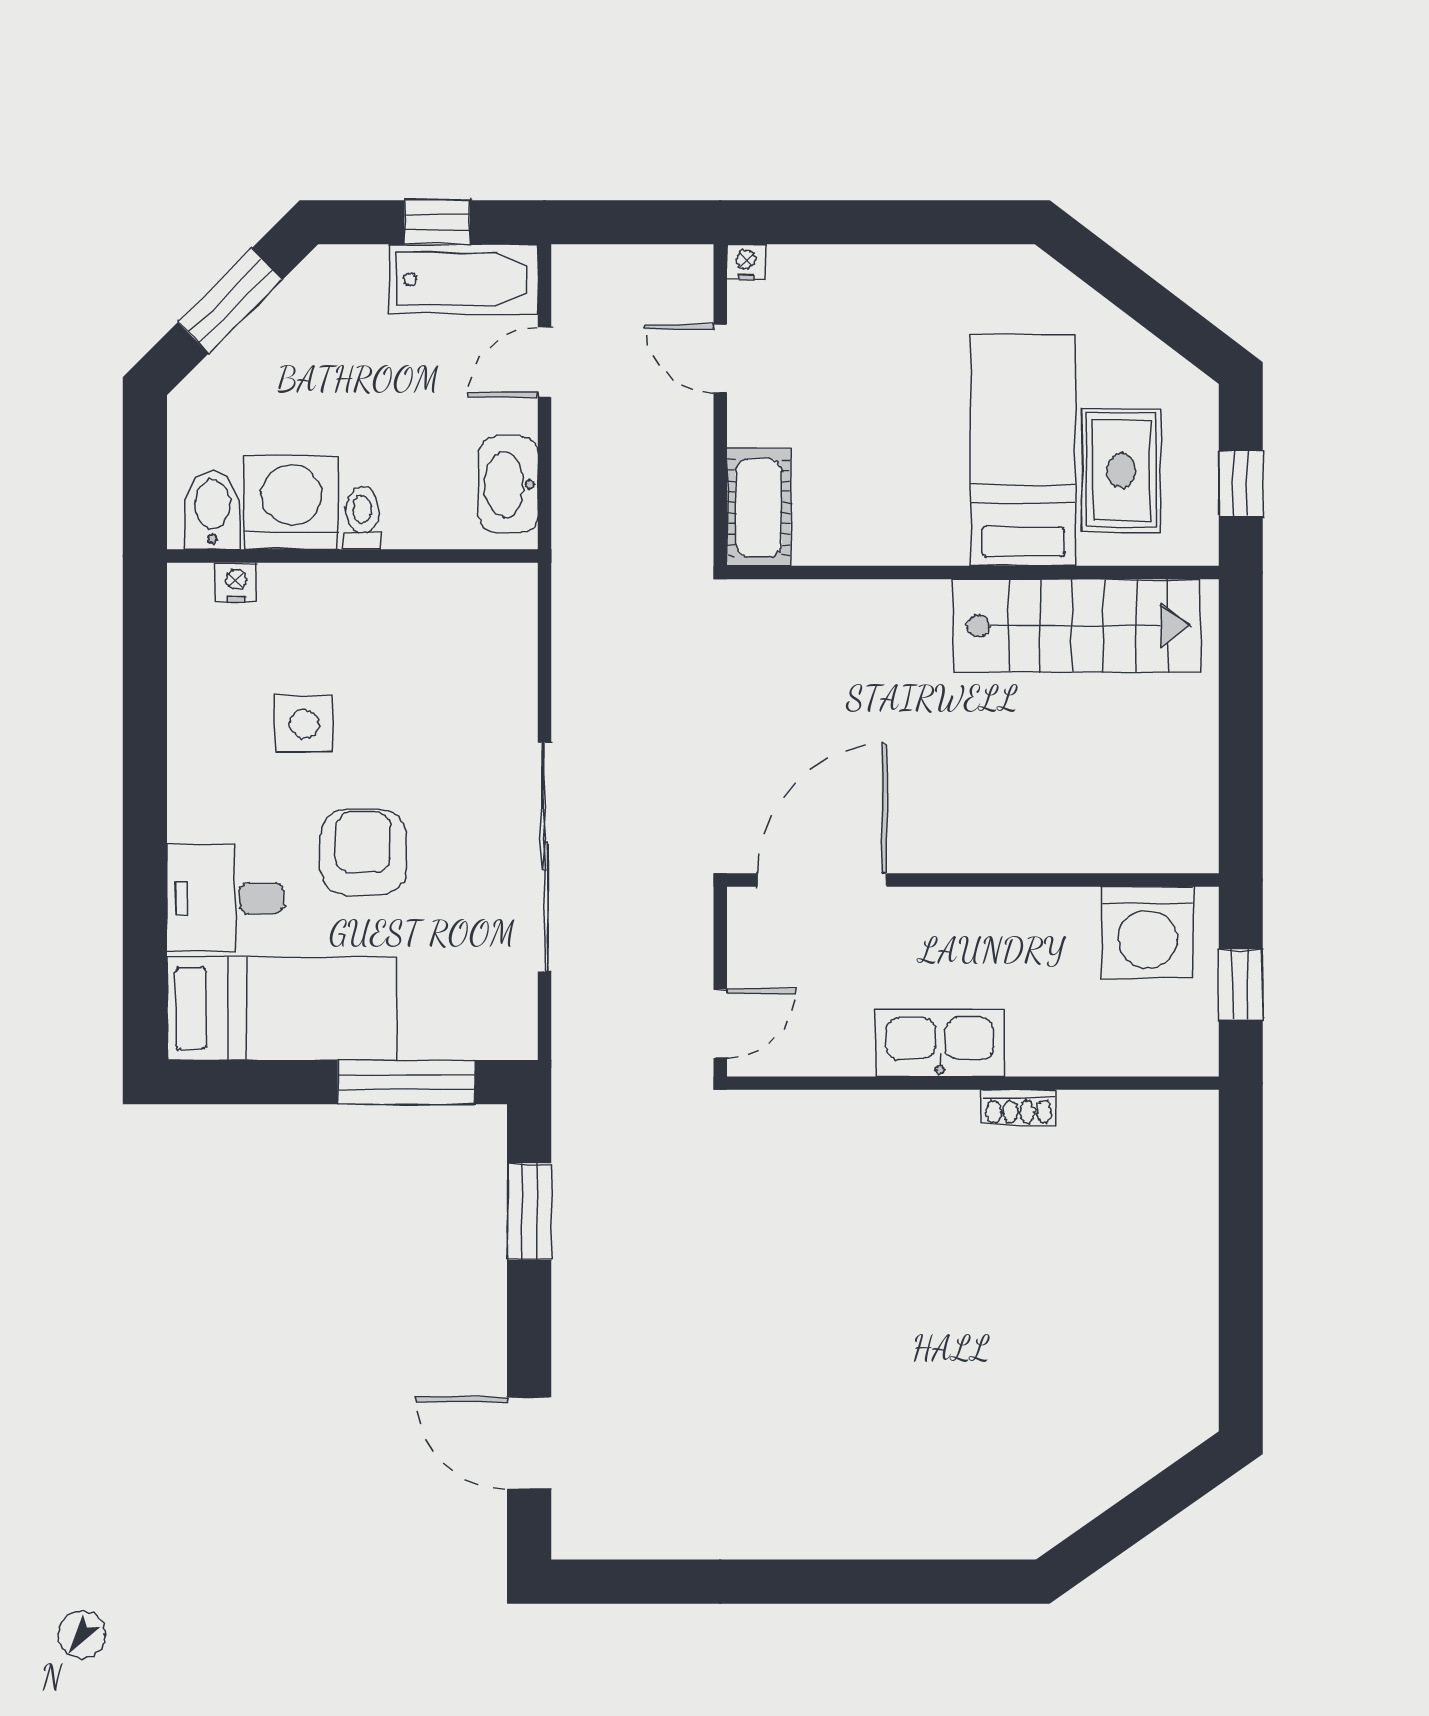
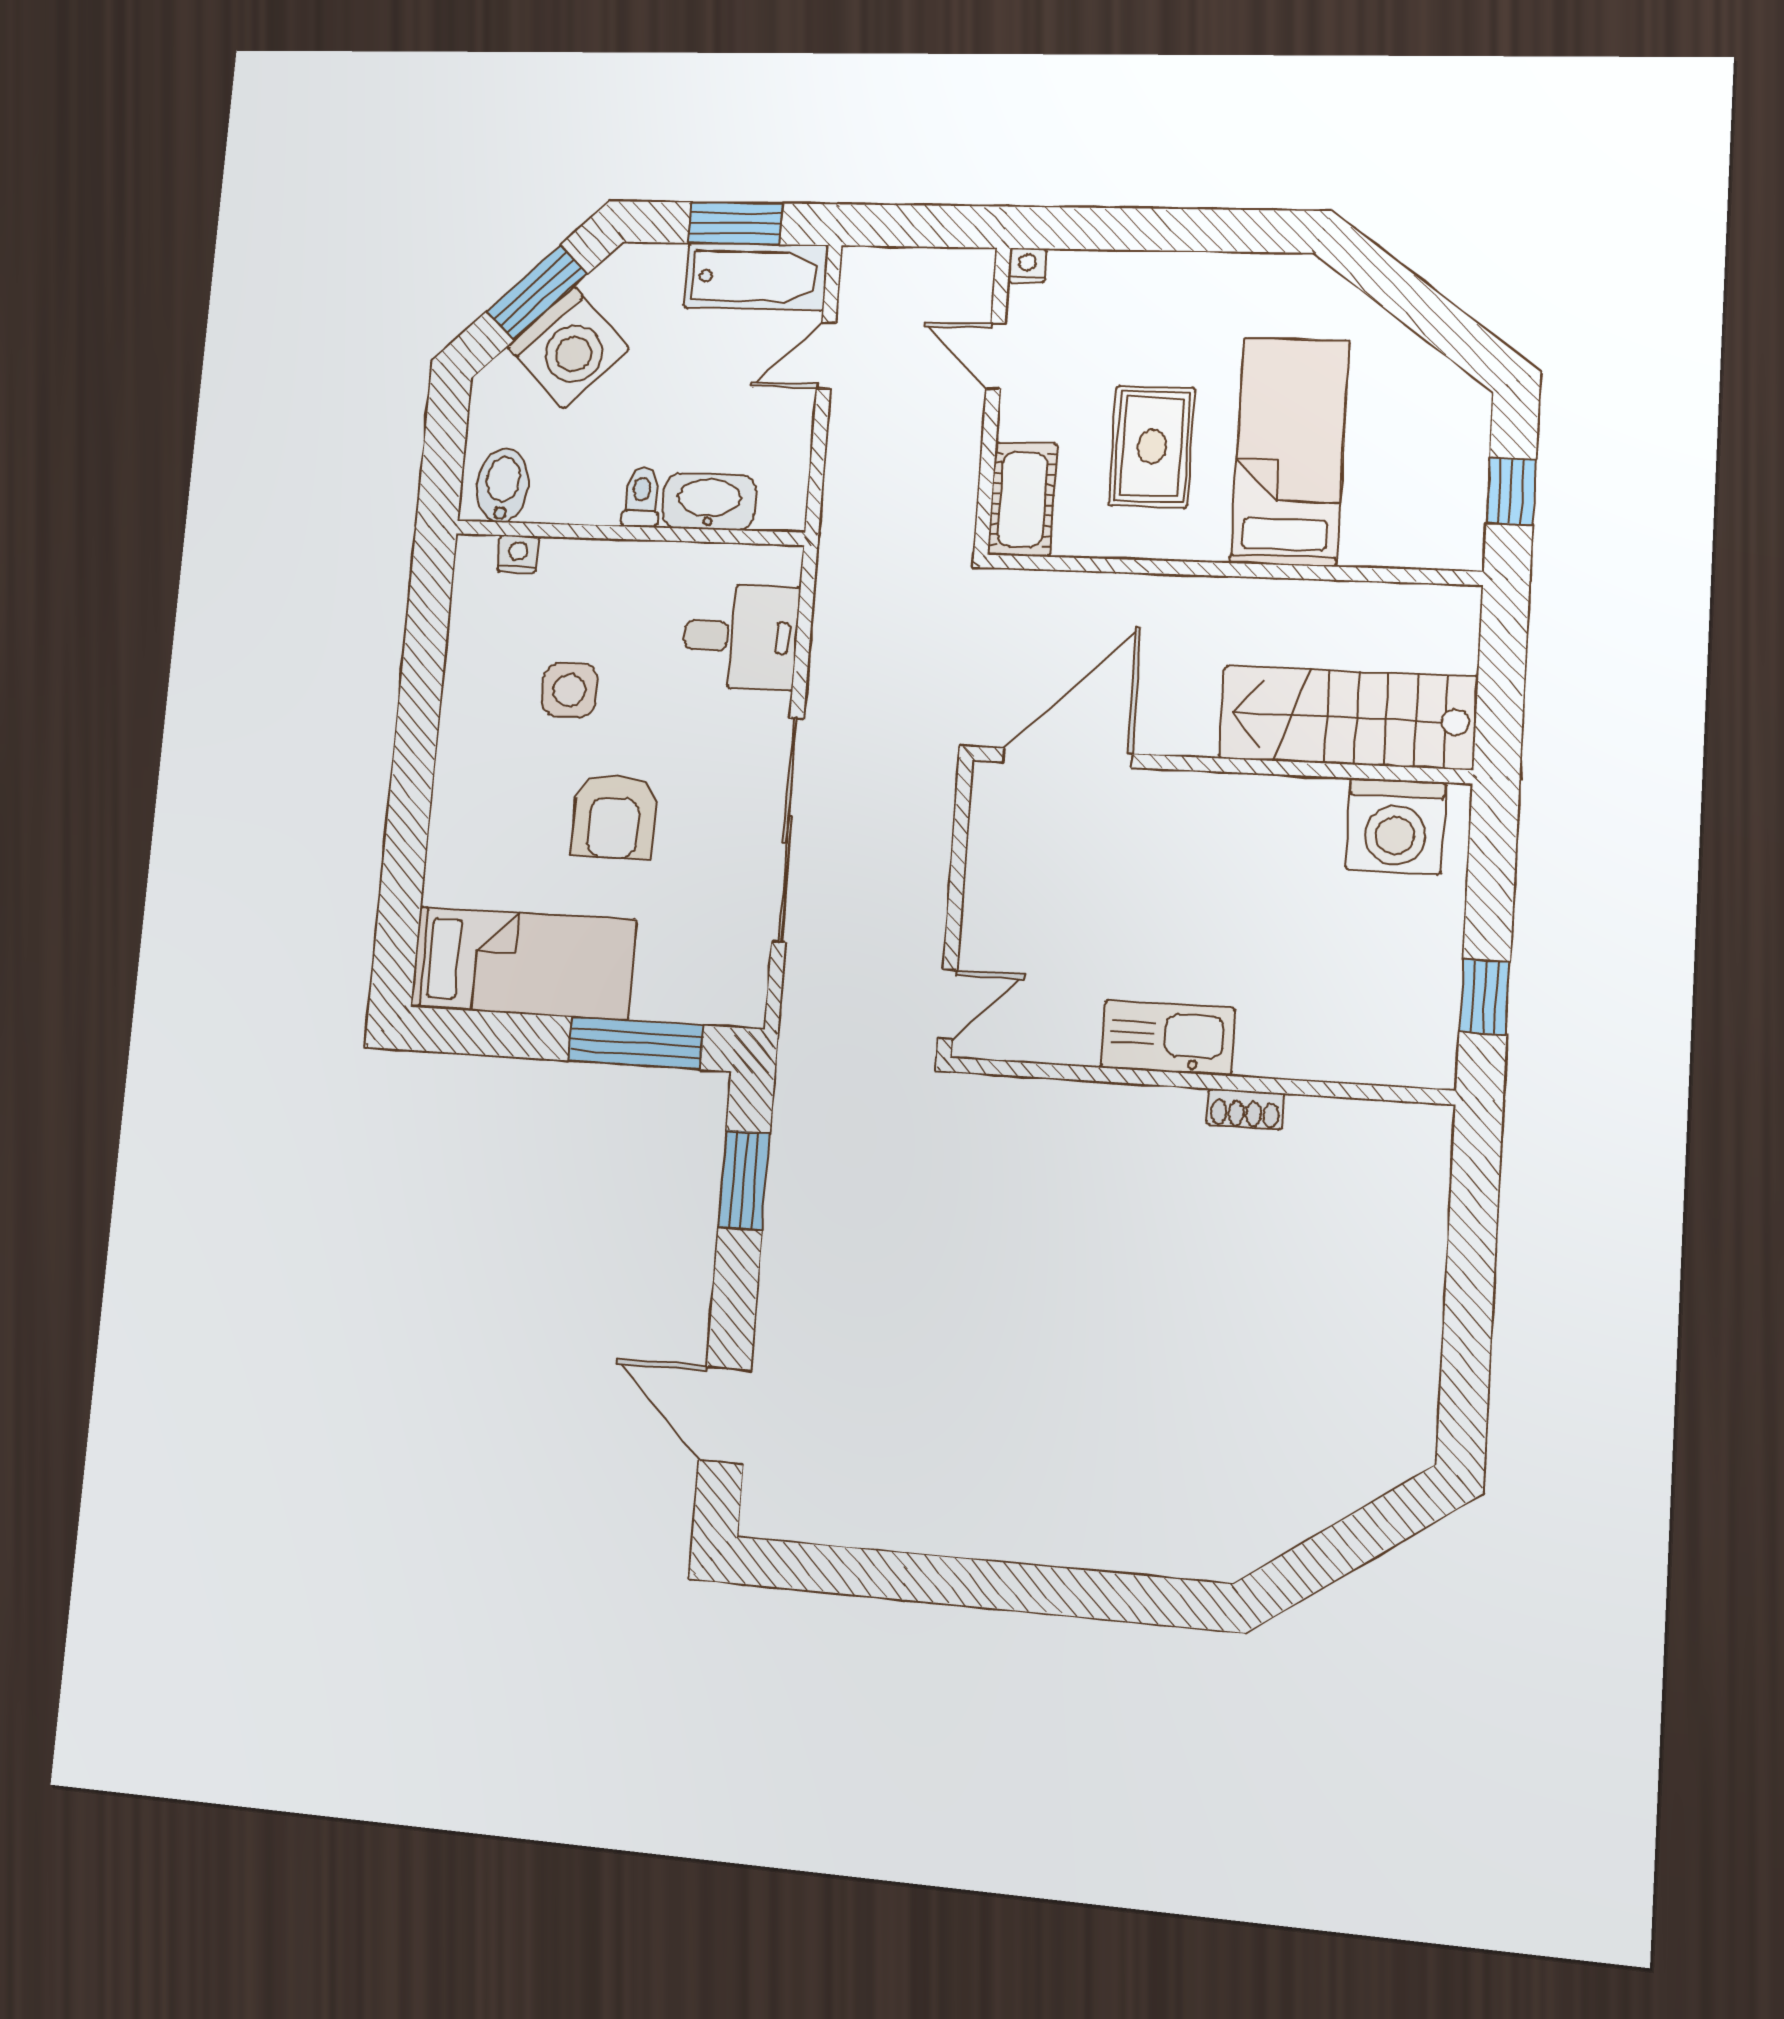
window: (437, 222) -> (736, 223), width x1.50
rug: (1121, 470) -> (1152, 446), moved
washbasin: (508, 484) -> (709, 501), moved, turned 90
washing machine: (291, 502) -> (568, 347), moved, turned 135
stairs: (1077, 626) -> (1348, 718), moved, turned 180
armchair: (363, 852) -> (614, 816), turned 180
door: (822, 880) -> (1067, 758), moved
wall: (973, 880) -> (1219, 765), moved
desk: (225, 898) -> (741, 637), moved, turned 180
washing machine: (1147, 932) -> (1396, 826), moved

